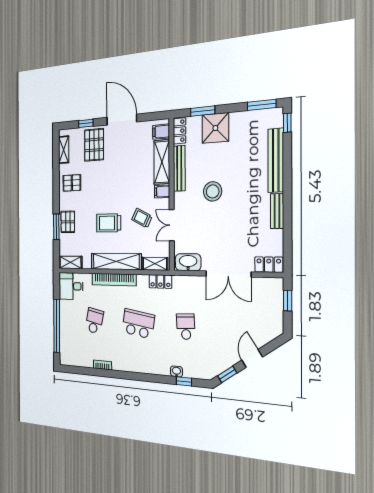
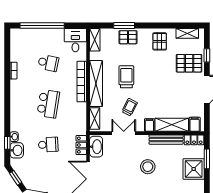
locker: (160, 281) -> (81, 145), moved
washbasin: (193, 370) -> (17, 150), added

